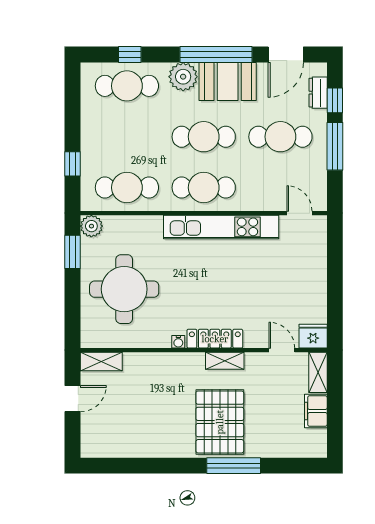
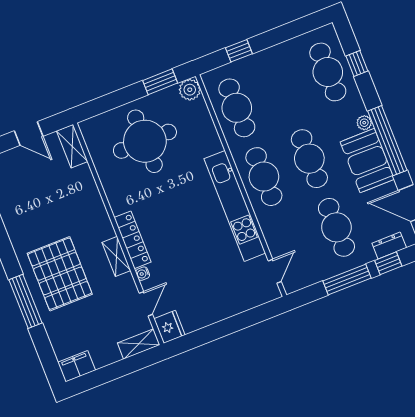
plant: (183, 77) -> (364, 123), width x0.53, depth x0.53
water cooler: (178, 342) -> (143, 274), moved
filing cabinet: (316, 411) -> (77, 366), moved
pallet: (220, 422) -> (60, 274), turned 90

